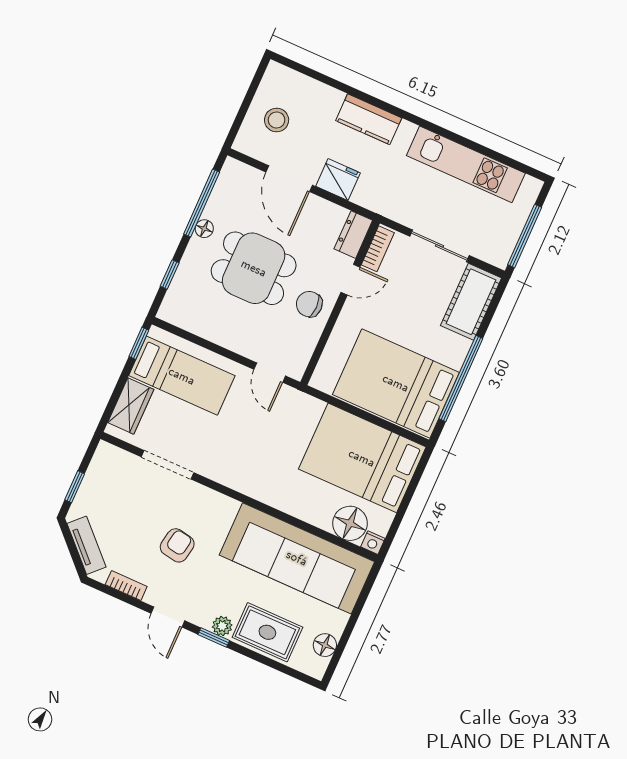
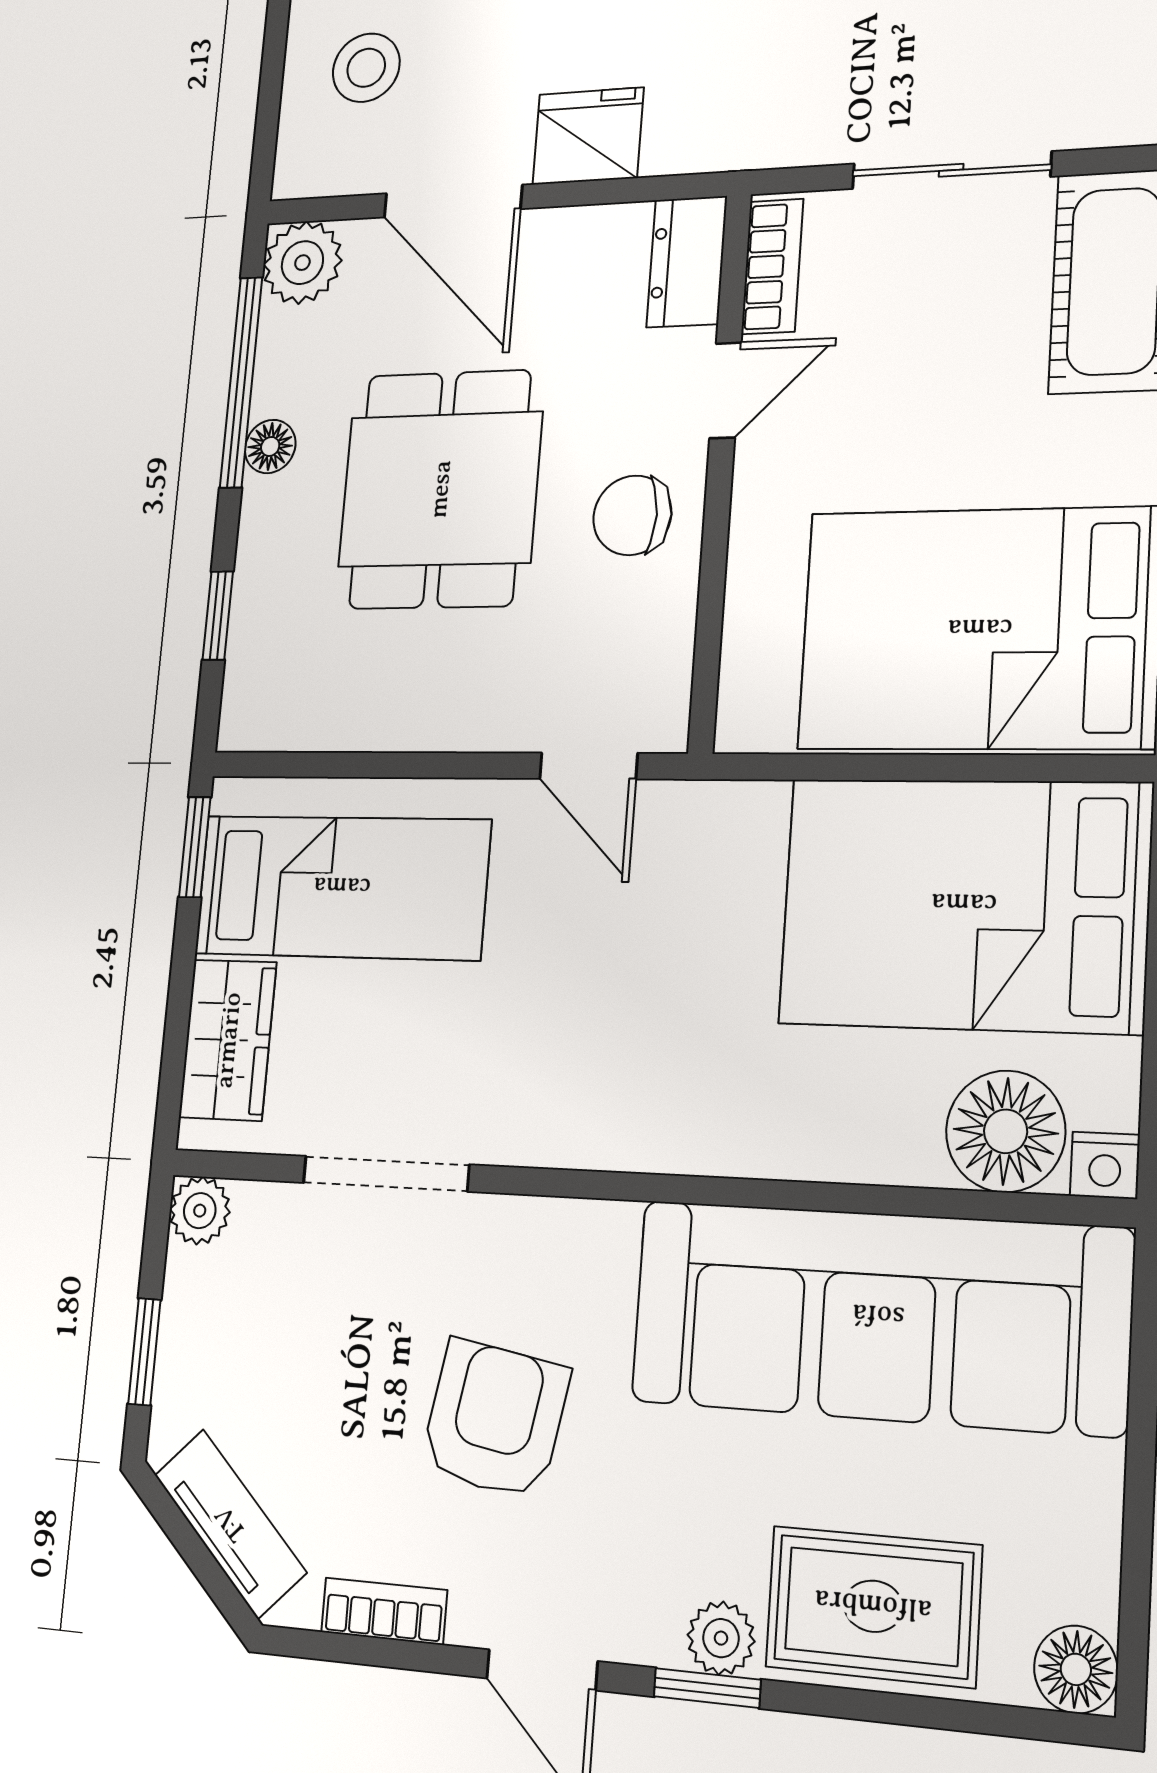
plant: (234, 174) -> (302, 263), added
dining table: (254, 268) -> (440, 489), turned 90
plant: (106, 453) -> (200, 1211), added
armchair: (177, 545) -> (495, 1419), width x1.38, depth x1.38
floor lamp: (325, 645) -> (1076, 1669), moved

